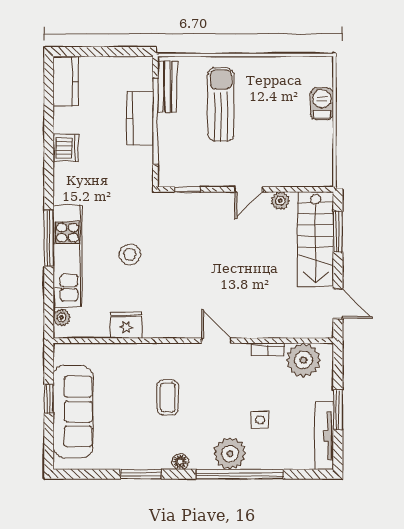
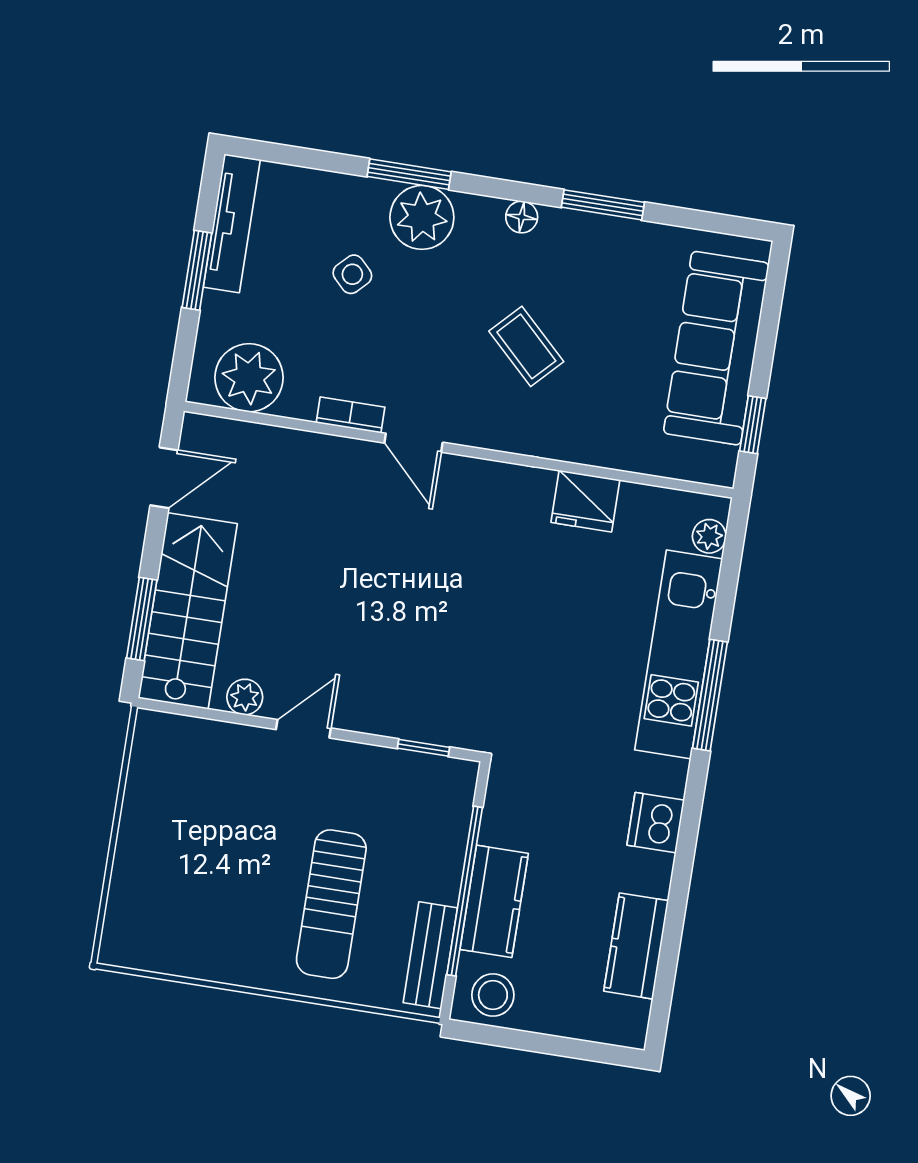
kitchen counter: (66, 81) -> (636, 946), moved
barbecue: (322, 104) -> (133, 874), removed
dishwasher: (66, 148) -> (656, 823), moved
stool: (130, 254) -> (493, 995), moved
door: (338, 304) -> (164, 478), swing flipped
bookcase: (268, 350) -> (351, 415), moved
coffee table: (168, 398) -> (526, 346), turned -46
window: (49, 399) -> (753, 425), moved
side table: (260, 420) -> (352, 274), turned 45
window: (240, 474) -> (409, 174), width x0.47

